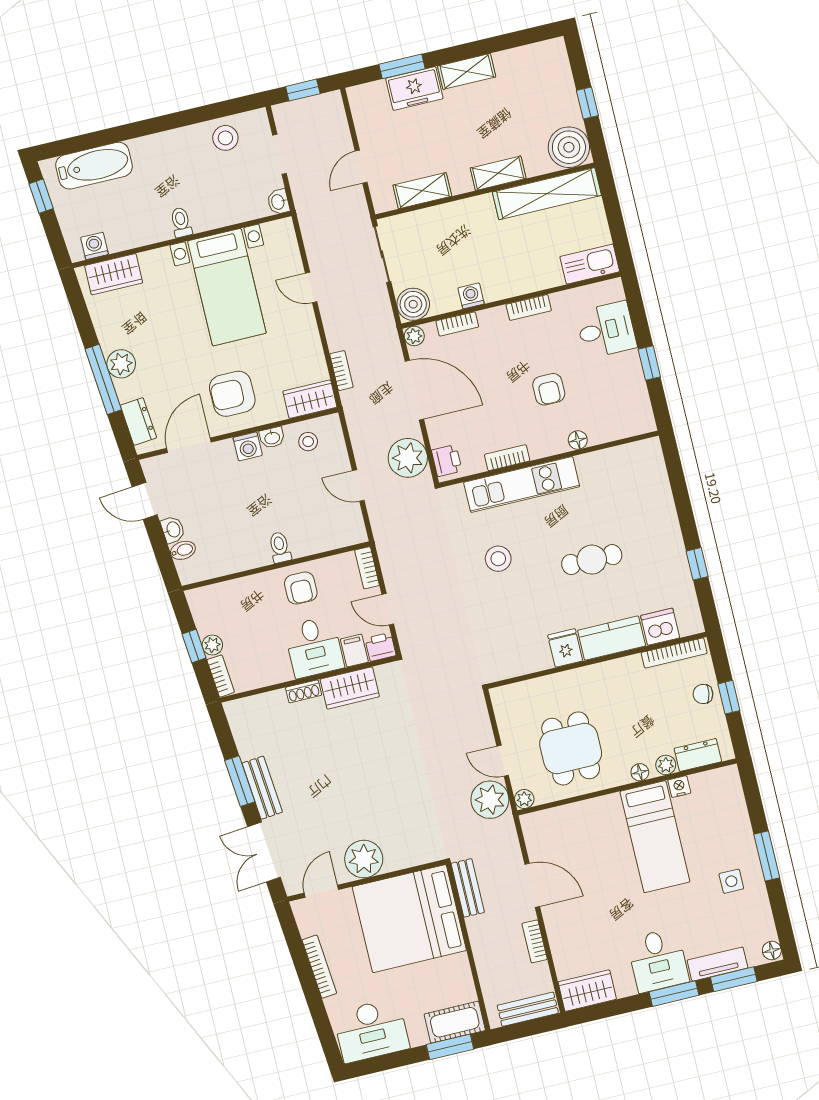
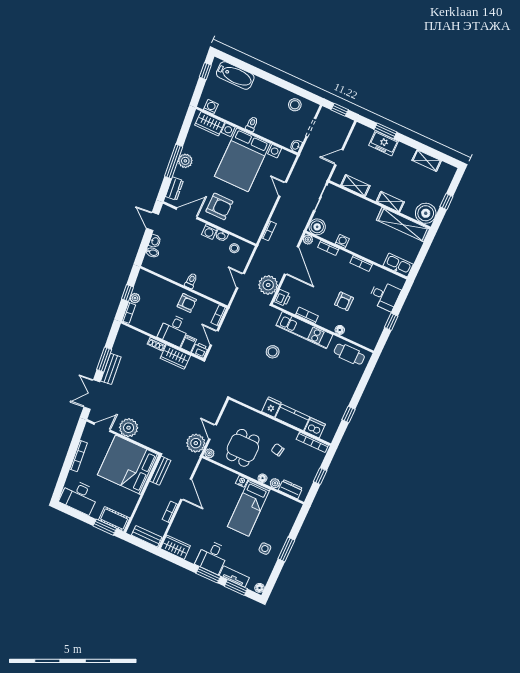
shelving: (467, 71) -> (427, 161), moved
bed with nightstands: (227, 287) -> (242, 160), width x1.36
armchair: (232, 394) -> (219, 206), turned 180
wardrobe: (310, 399) -> (248, 232), removed
cafe table: (592, 560) -> (349, 354), moved
armchair: (301, 588) -> (187, 303), turned -90
chair: (703, 694) -> (278, 450), moved
nightstand: (679, 787) -> (242, 481), moved

